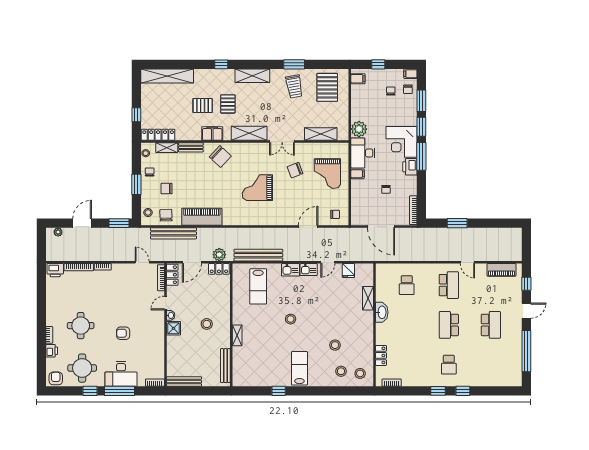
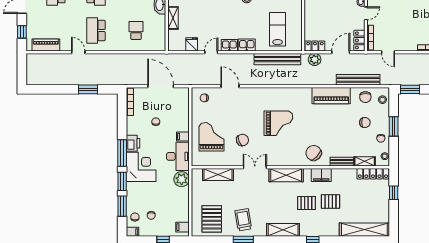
pallet: (228, 104) -> (306, 203), turned 90
door: (308, 227) -> (230, 86), swing flipped

